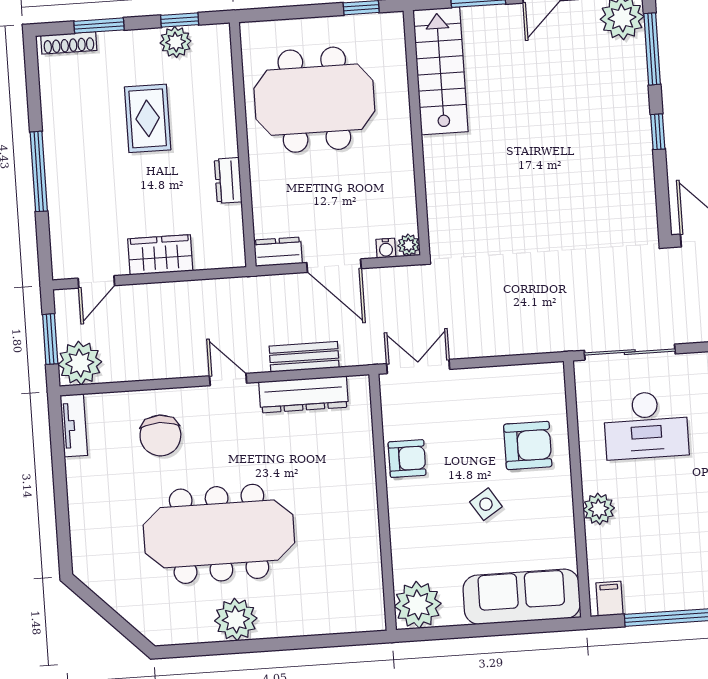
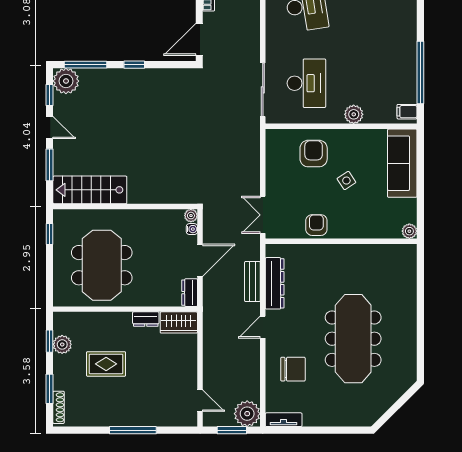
wardrobe: (160, 255) -> (179, 322), moved, turned -90
plant: (418, 605) -> (409, 231), width x0.53, depth x0.53
plant: (236, 619) -> (404, 332), removed

